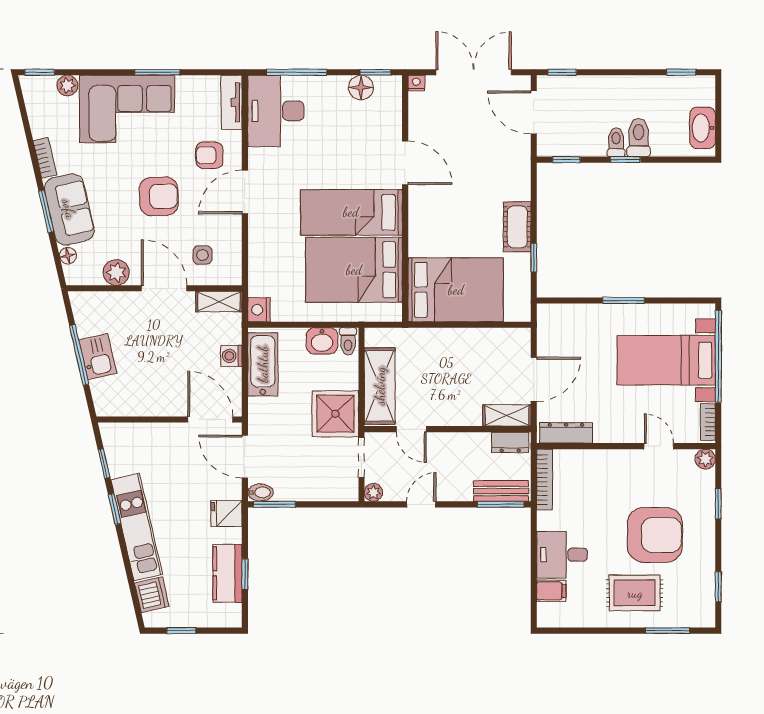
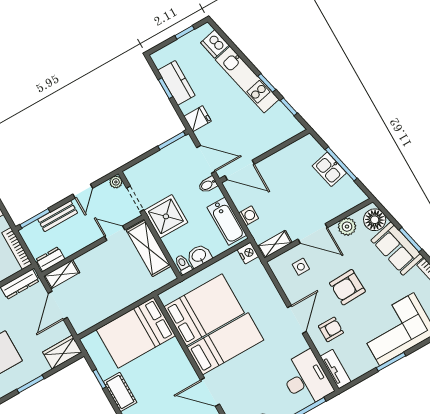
floor lamp: (68, 256) -> (375, 220), width x1.89, depth x1.89
wardrobe: (561, 318) -> (62, 352), added
bench: (501, 491) -> (58, 216), moved
bidet: (260, 492) -> (208, 185), moved

